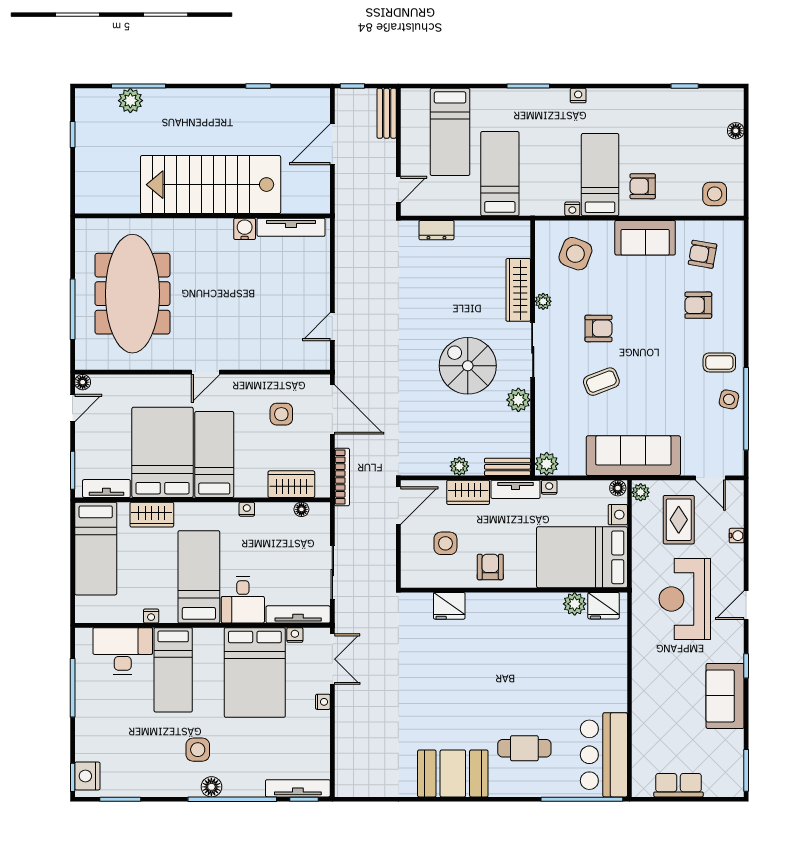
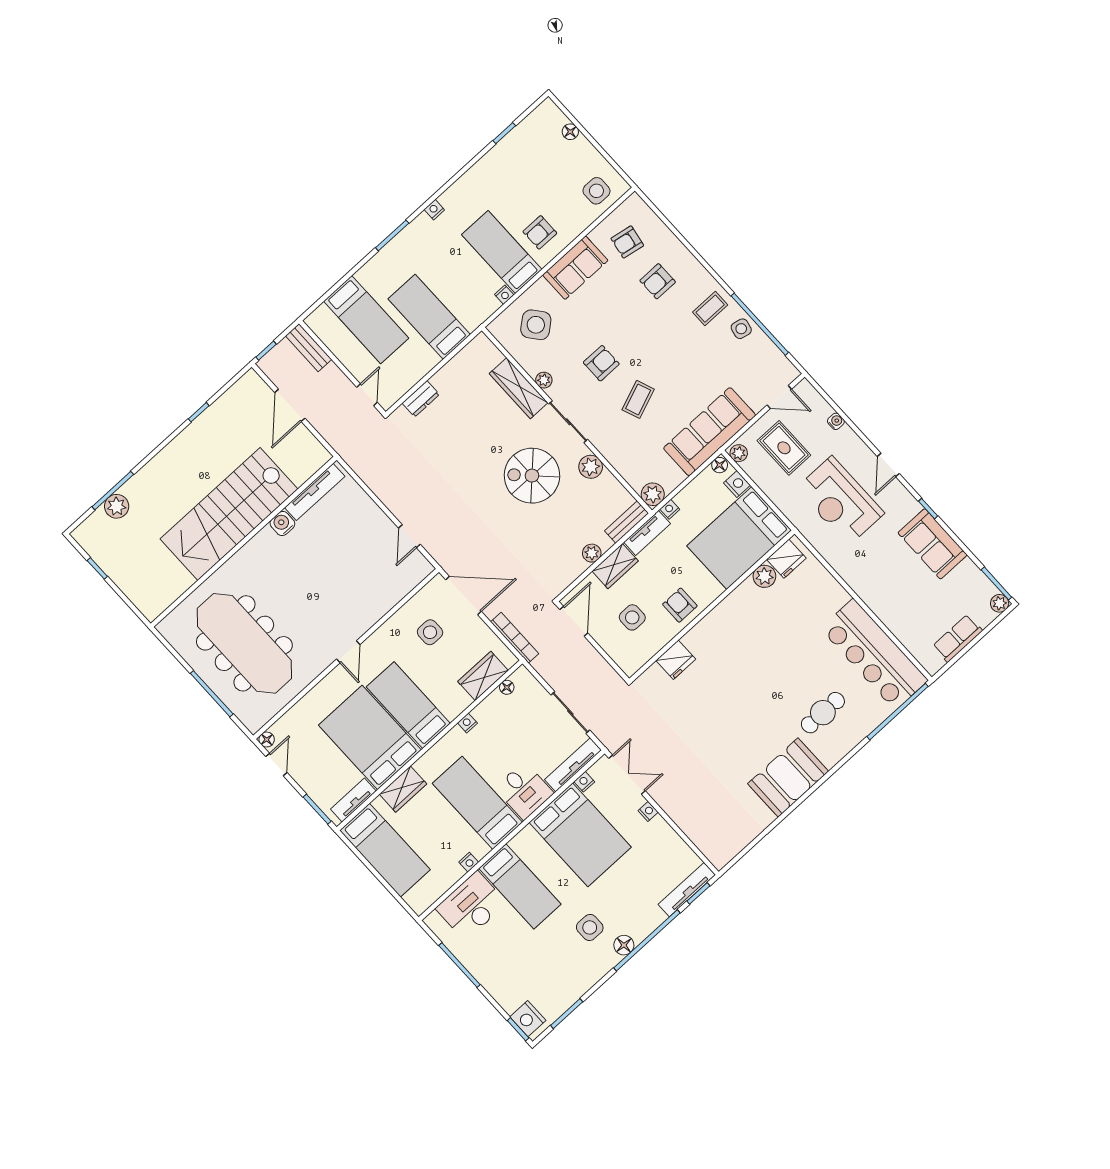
side table: (575, 254) -> (536, 325), turned 30
bar counter: (604, 755) -> (874, 654), width x1.36
plant: (735, 788) -> (1000, 603), added

